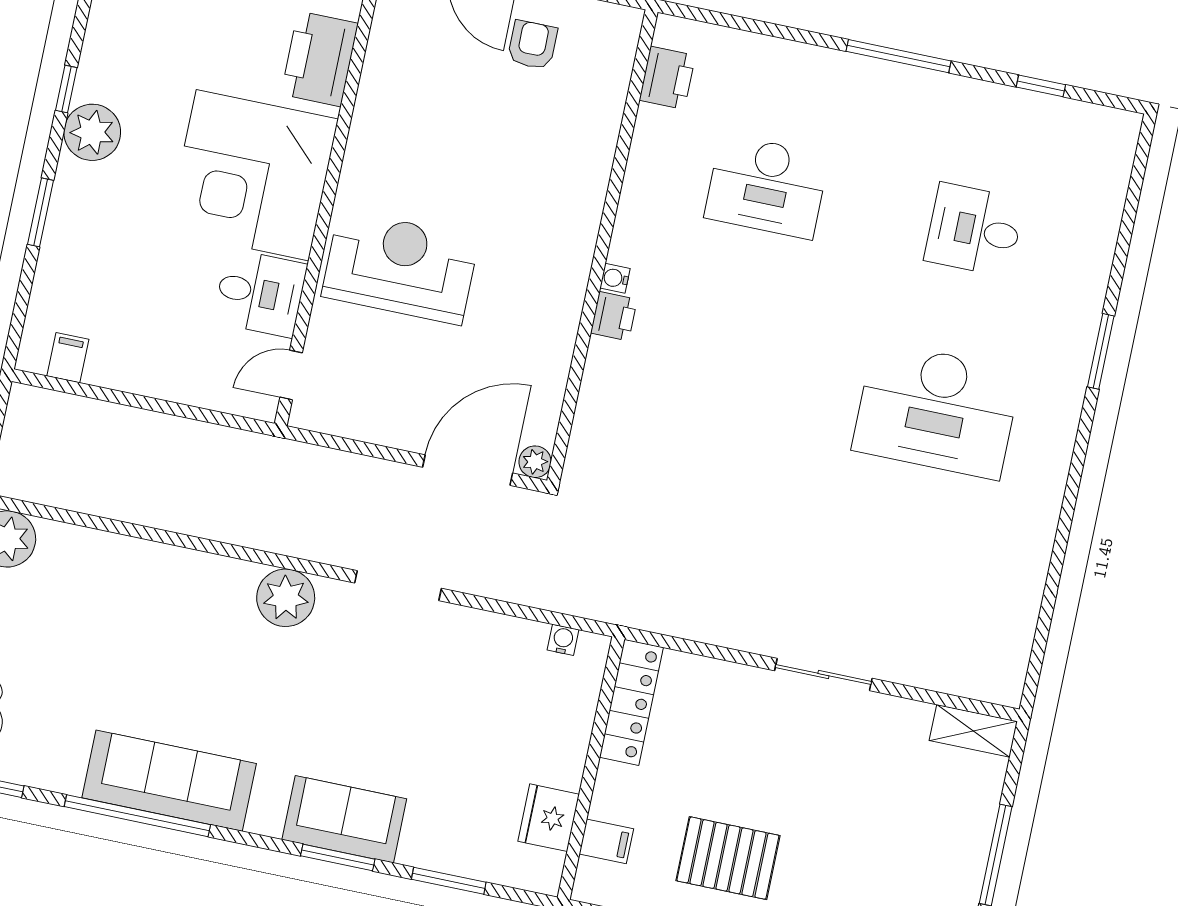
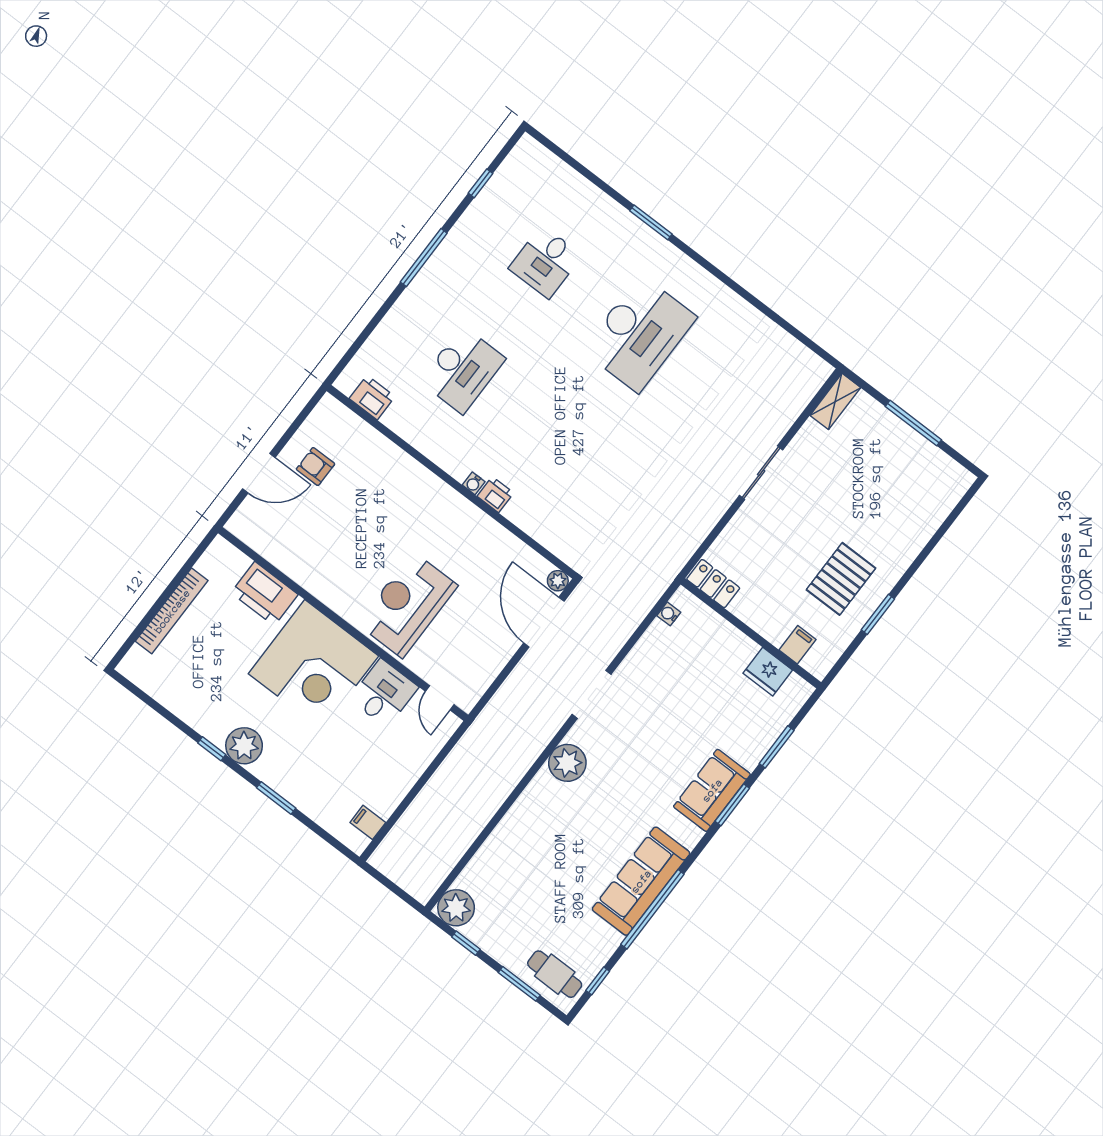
locker: (631, 702) -> (713, 584), width x0.66

